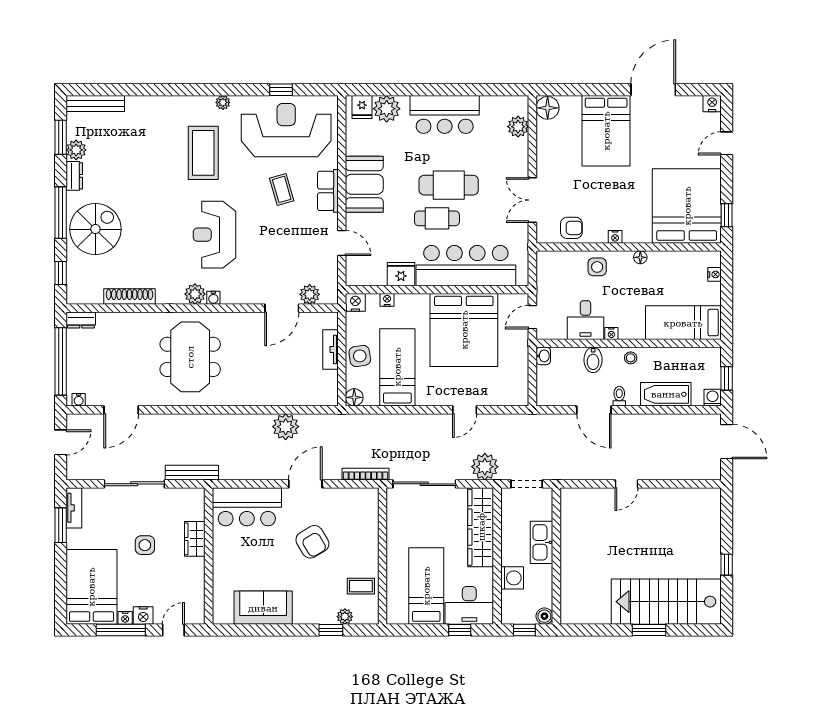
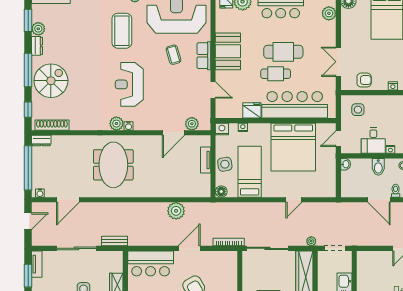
side table: (597, 267) -> (358, 110), moved
shoe rack: (130, 296) -> (52, 125), moved
plant: (485, 467) -> (311, 241), width x0.53, depth x0.53
bench: (192, 473) -> (114, 241), width x0.73

